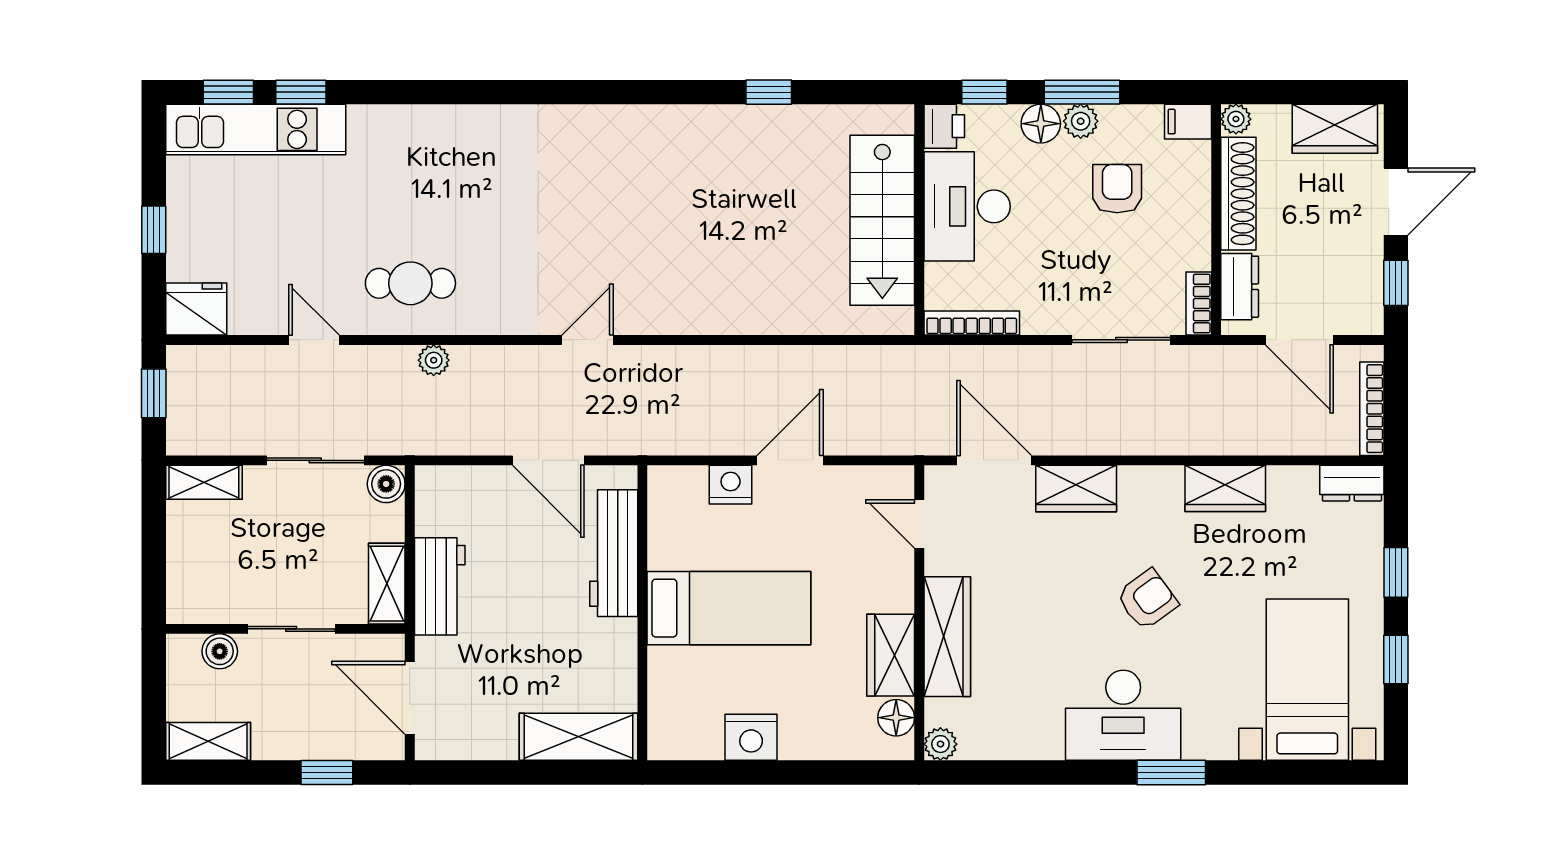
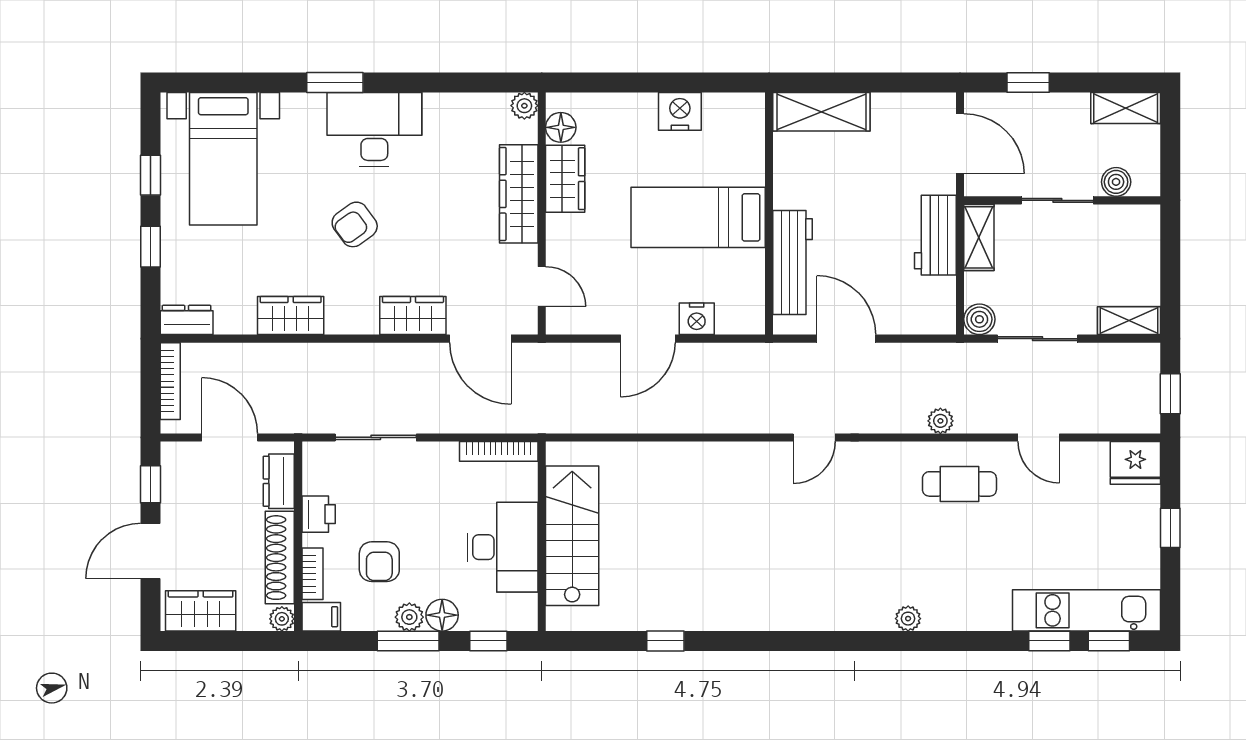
plant: (473, 119) -> (908, 619), added
printer: (944, 126) -> (319, 514), moved, turned 180
bookcase: (1199, 304) -> (312, 574), moved

